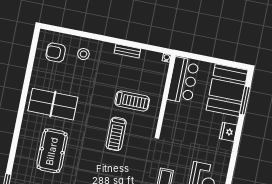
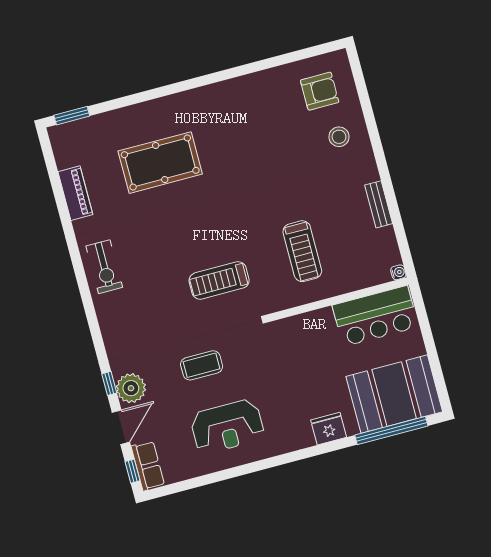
armchair: (56, 52) -> (320, 91), turned 90
window: (245, 101) -> (391, 430), width x1.46
table tennis table: (53, 104) -> (235, 127), removed
treadmill: (116, 134) -> (219, 280), moved

